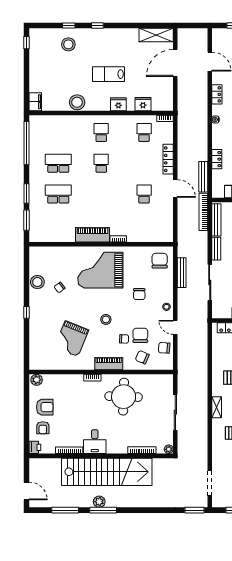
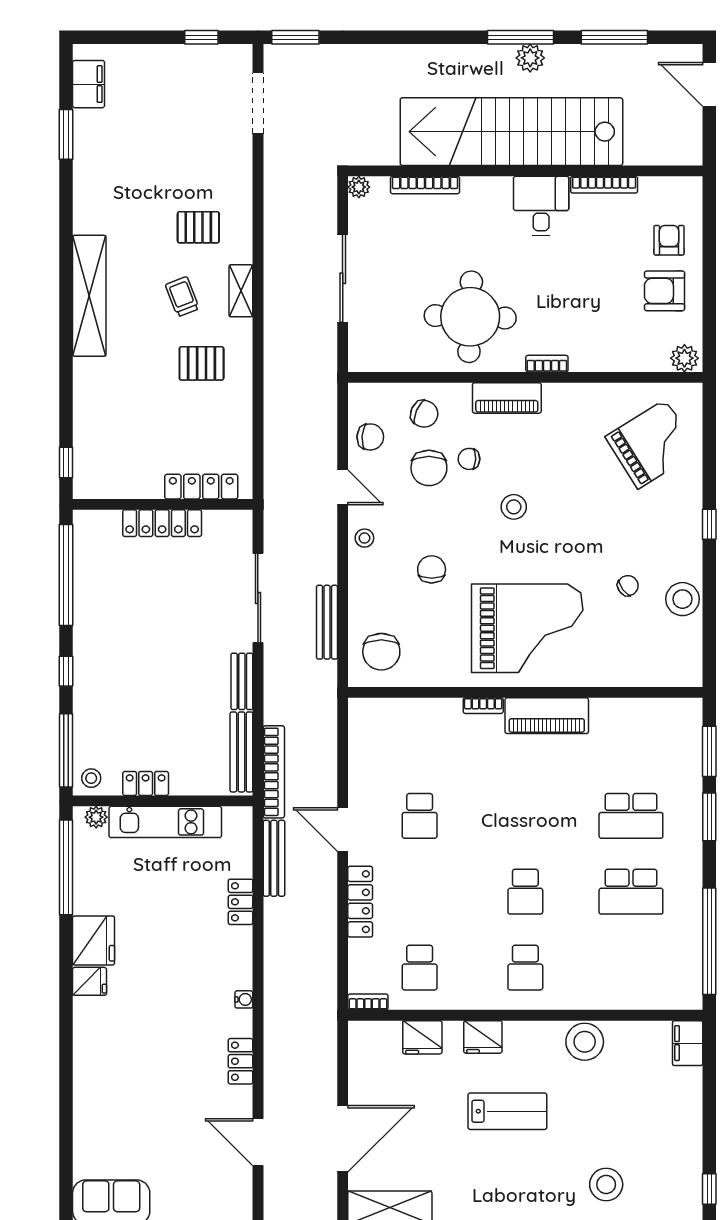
grand piano: (72, 339) -> (652, 444), moved, turned 36
printer: (35, 447) -> (689, 192), removed

